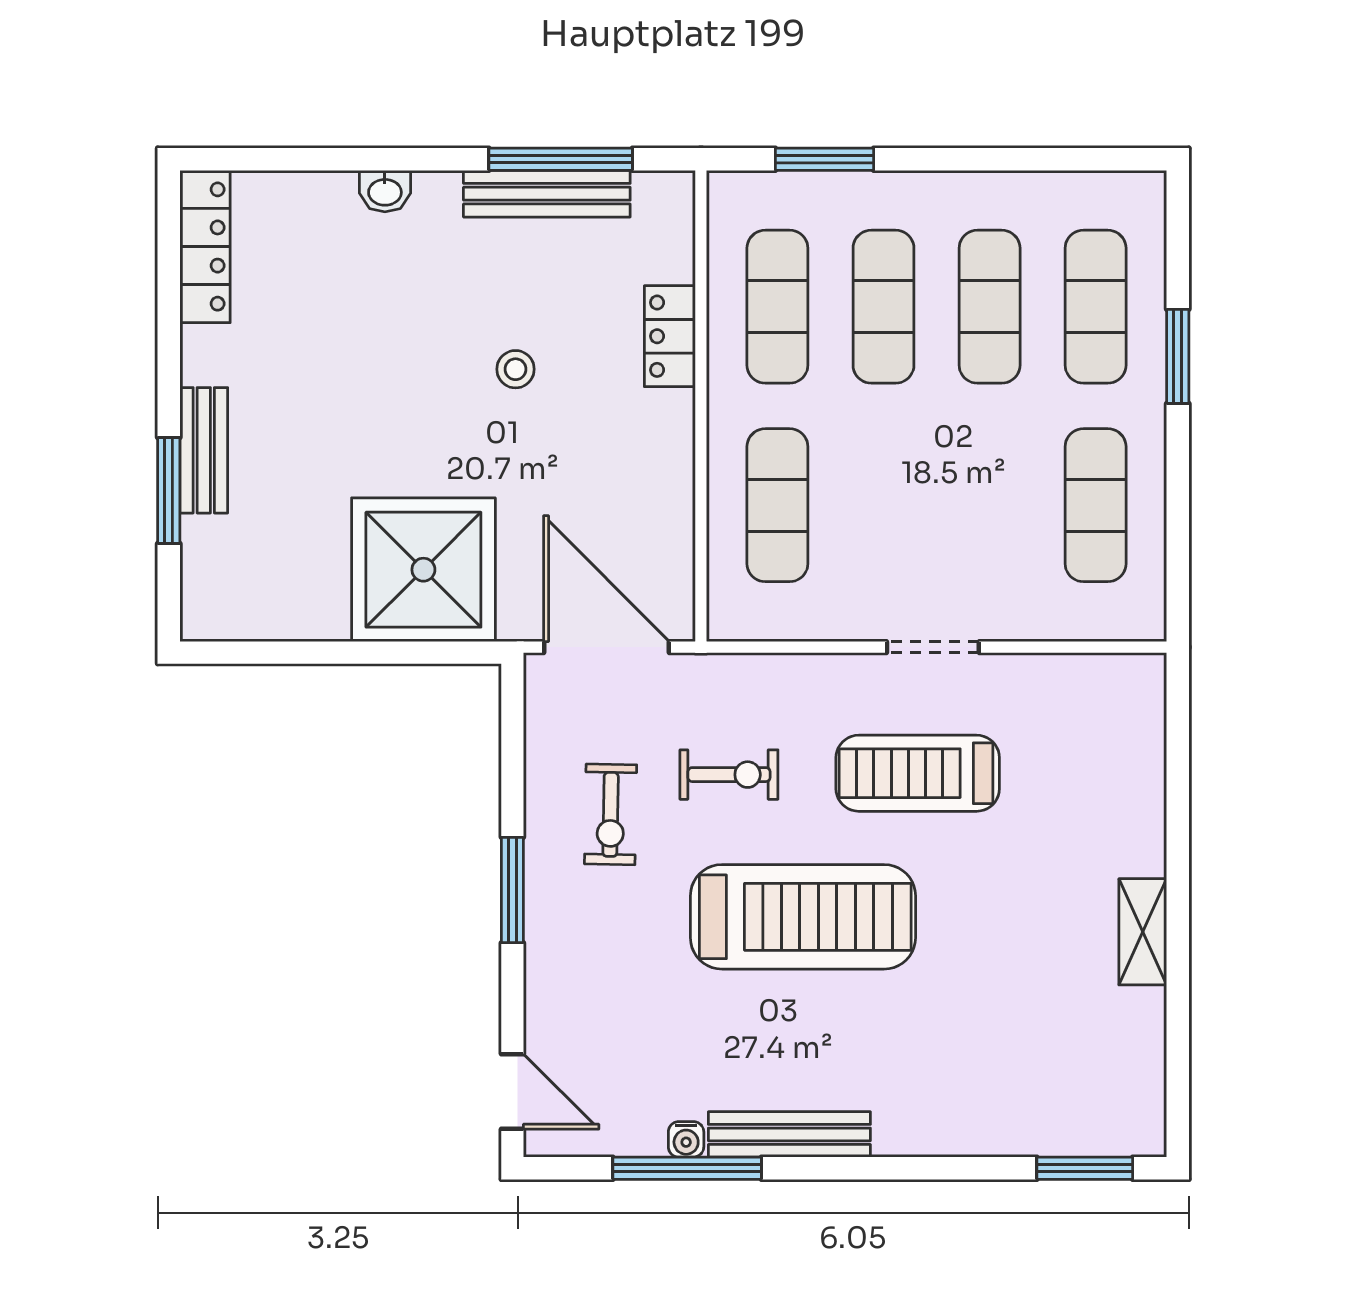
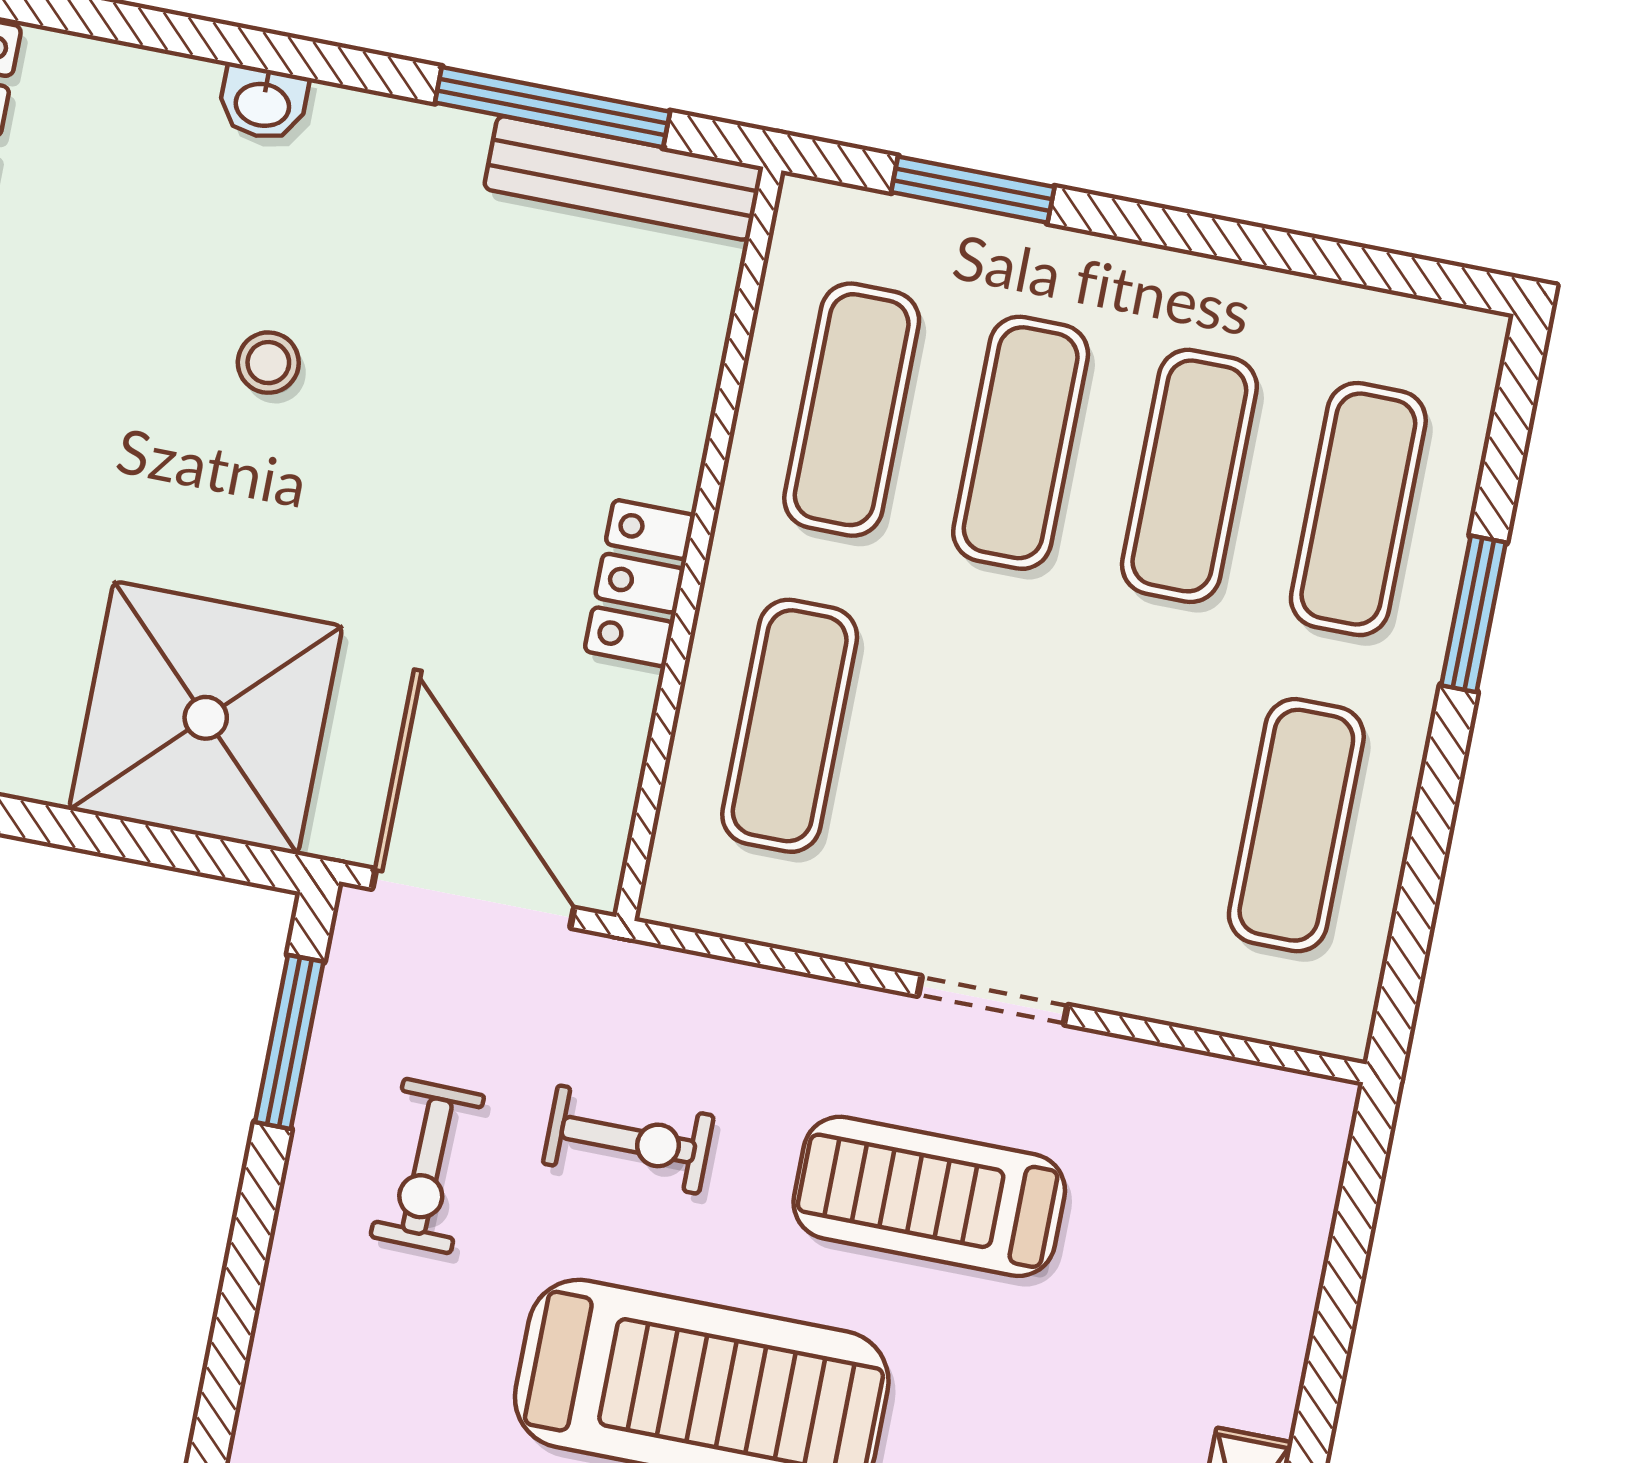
bench: (547, 194) -> (623, 178), moved
locker: (670, 336) -> (640, 583), moved
stool: (516, 369) -> (268, 363), moved
window: (512, 890) -> (289, 1042), moved

